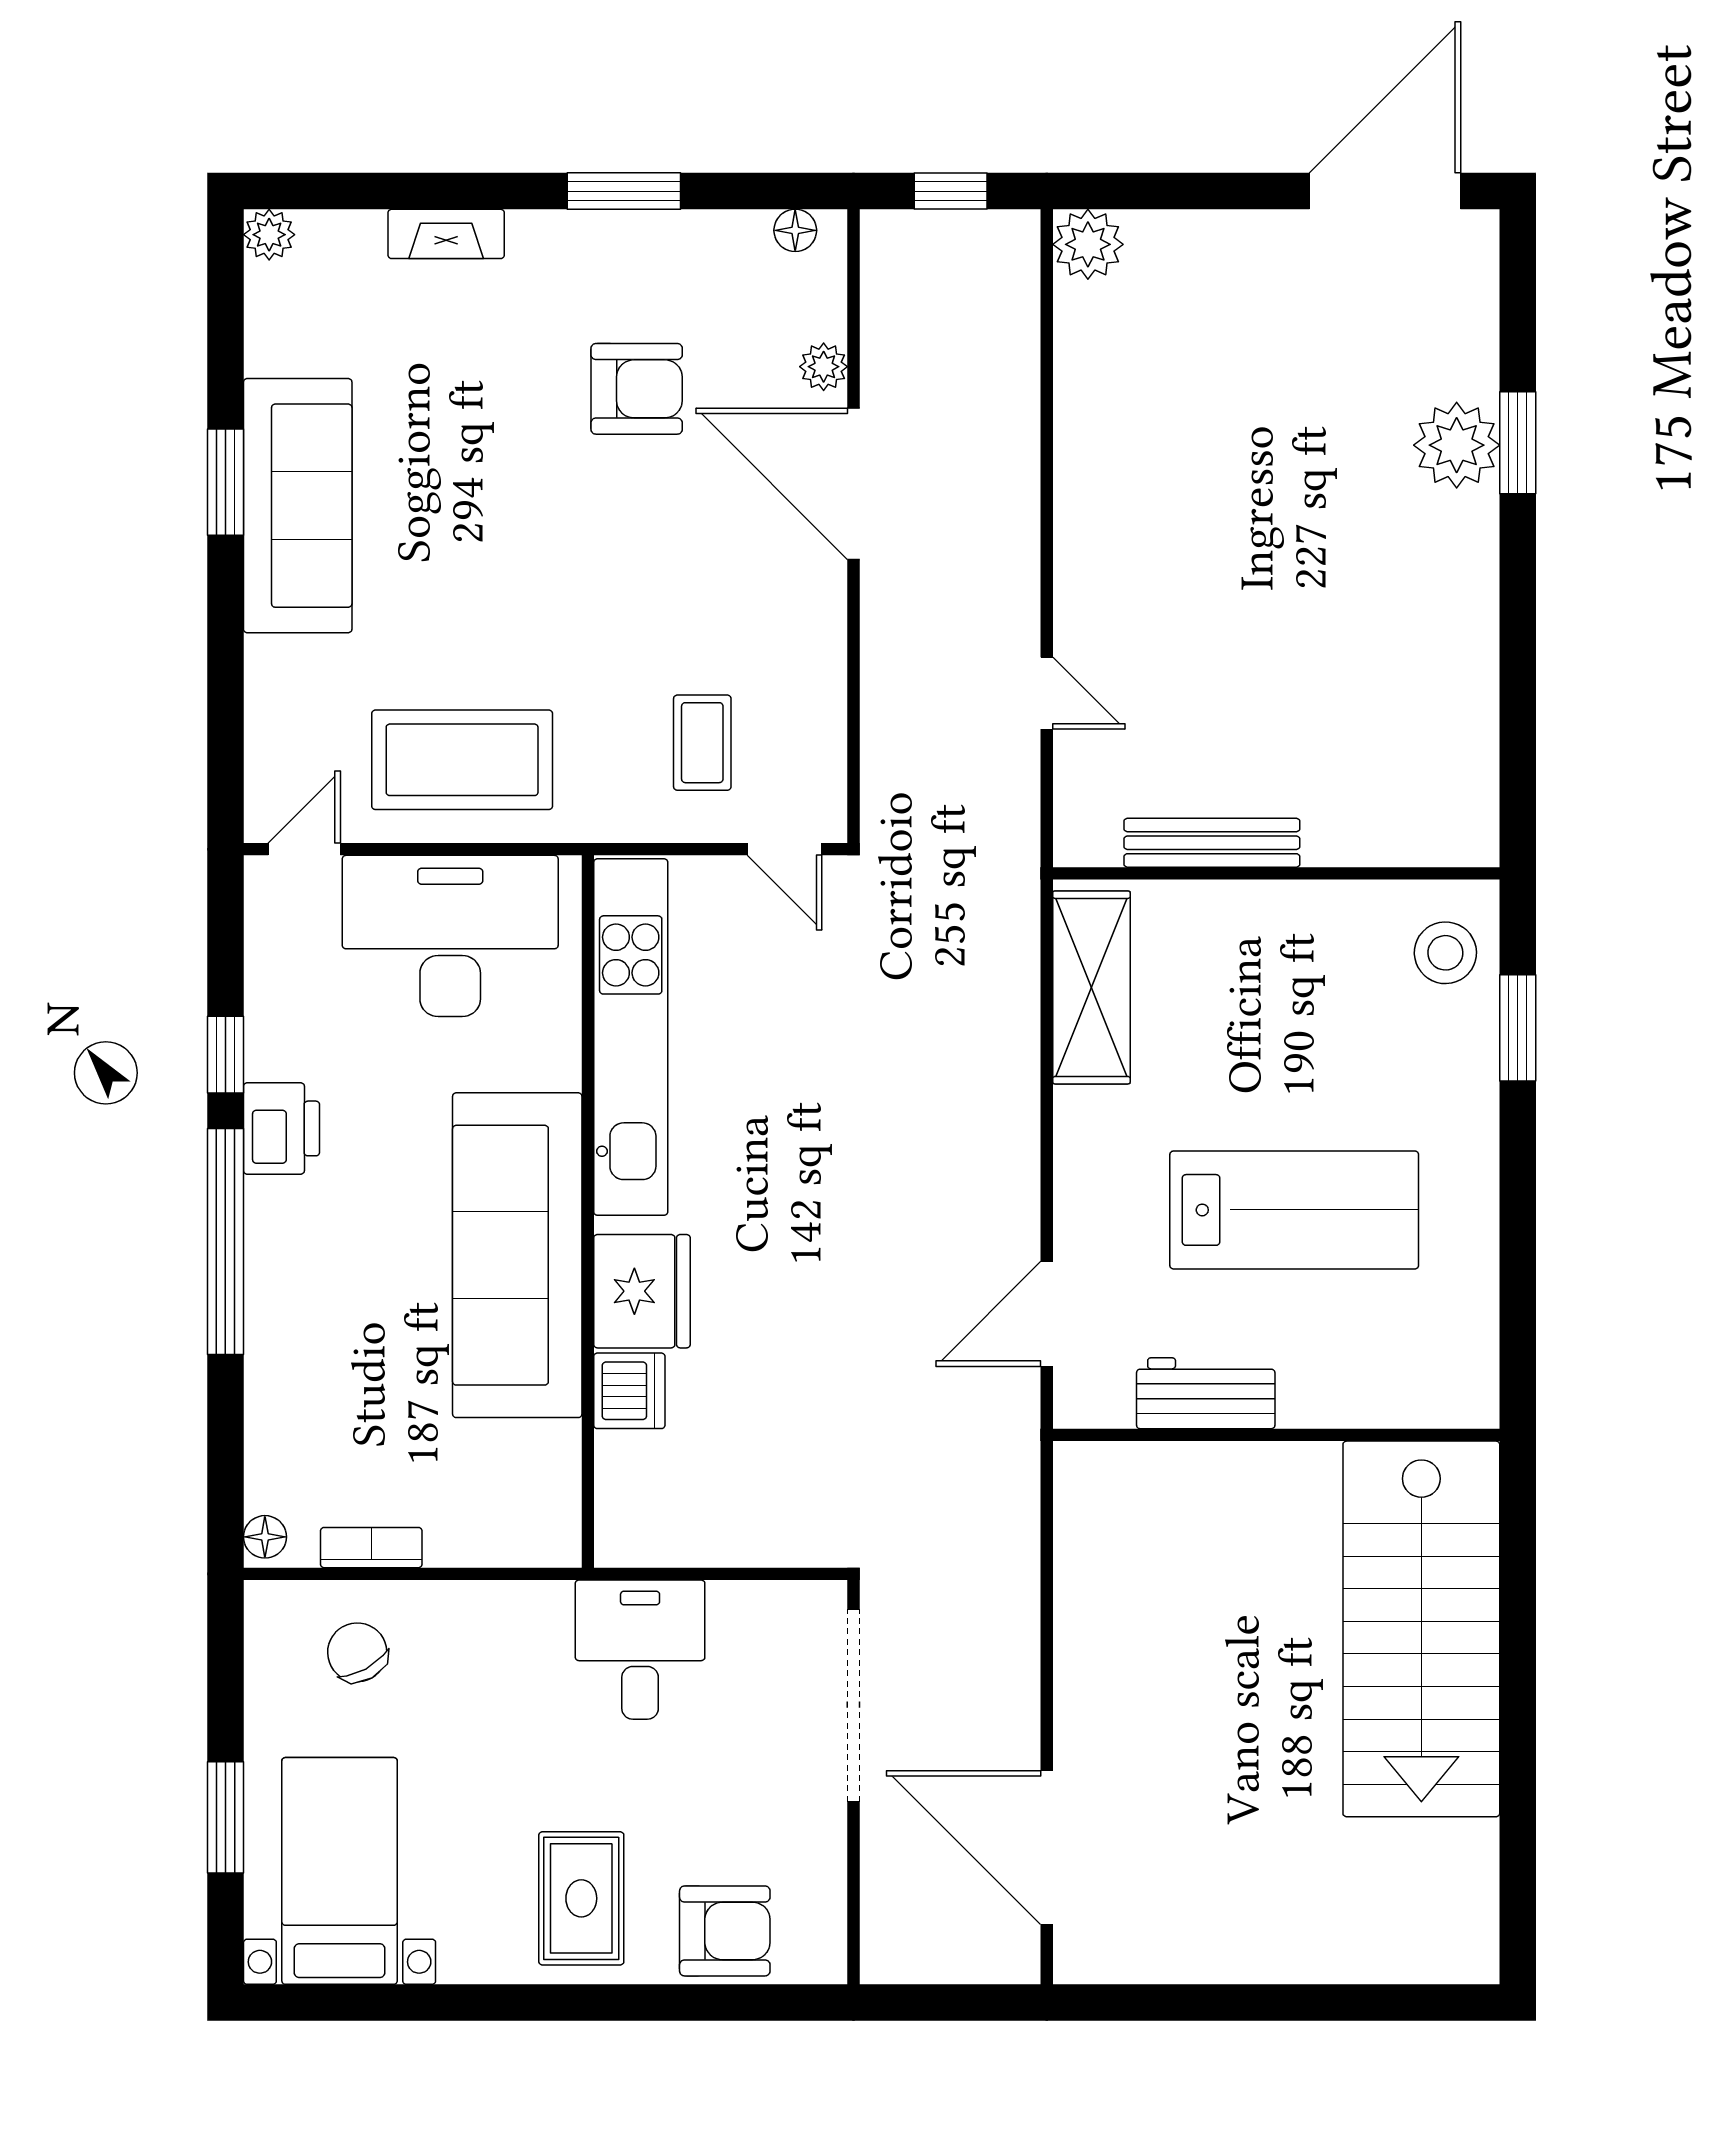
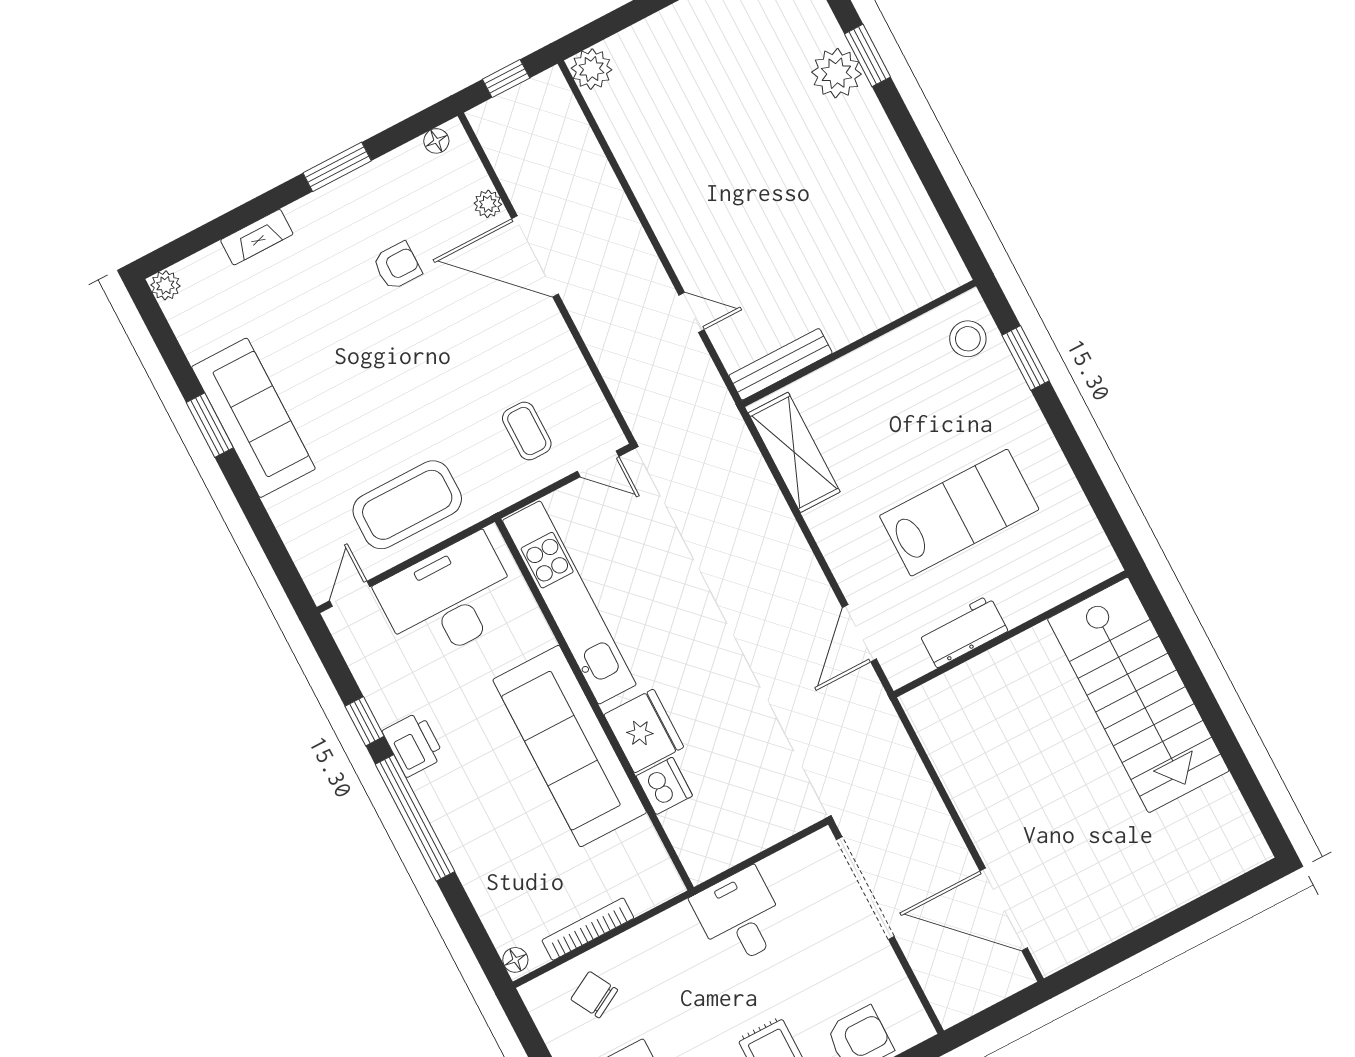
armchair: (637, 389) -> (397, 266), width x0.72, depth x0.72
bench: (1212, 843) -> (781, 364), moved
bookcase: (371, 1548) -> (588, 929), width x1.56

